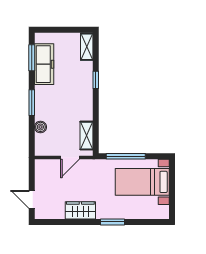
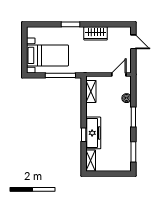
freezer: (44, 64) -> (93, 133), moved, turned 180
door: (70, 157) -> (119, 74), moved

